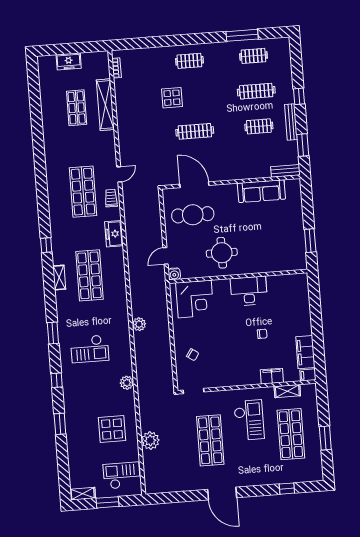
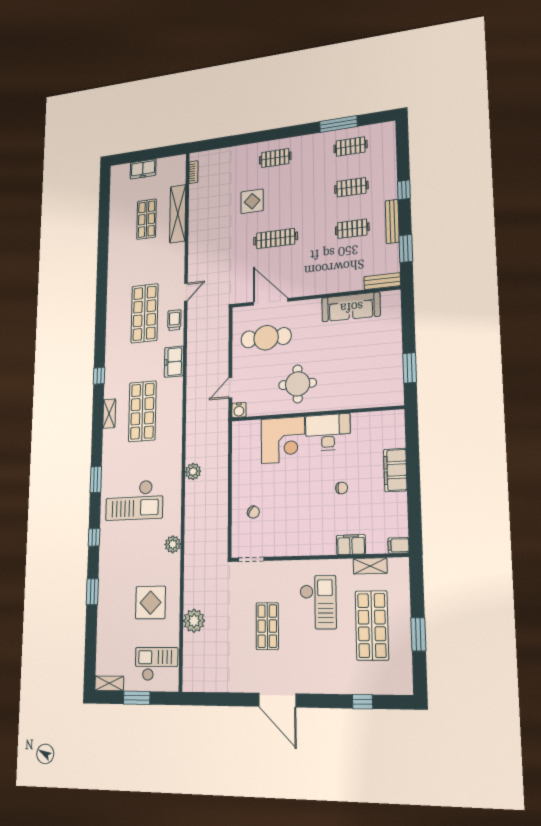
clothes rail: (256, 91) -> (351, 187), width x0.73
corner desk: (195, 299) -> (283, 440), moved
checkout: (90, 349) -> (134, 500), width x1.36, depth x1.21
filing cabinet: (305, 352) -> (395, 470), moved
shop shelf: (210, 440) -> (267, 626), width x0.70, depth x0.74

